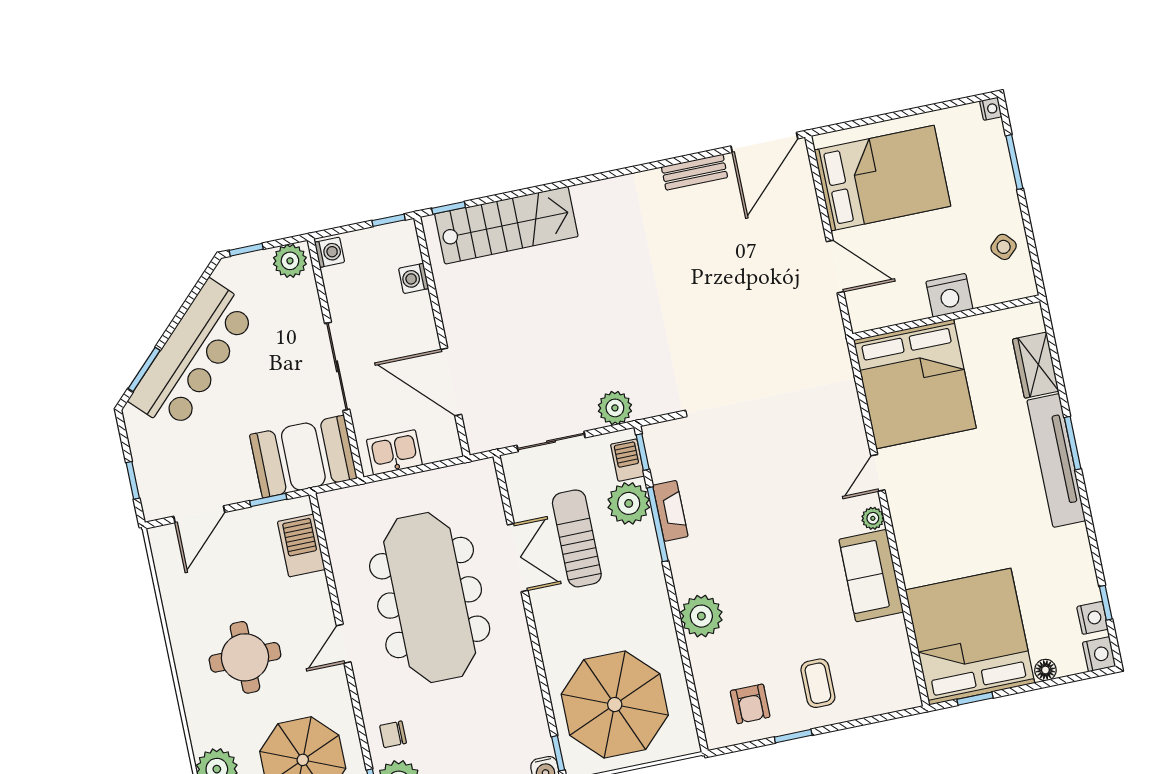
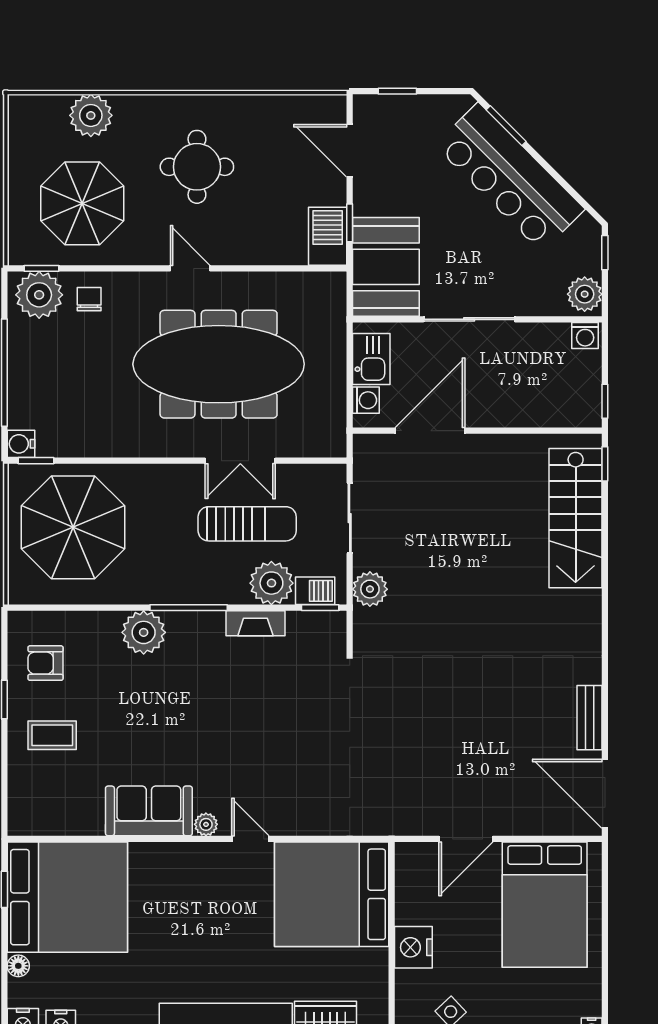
washing machine: (414, 278) -> (366, 400), moved, turned 90
window: (658, 524) -> (189, 608), moved
barbecue: (301, 545) -> (328, 236), moved, turned -90

